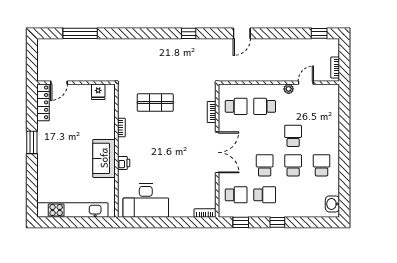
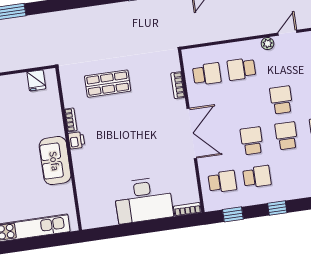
printer: (124, 163) -> (76, 140), moved
desk: (146, 200) -> (143, 200), moved

